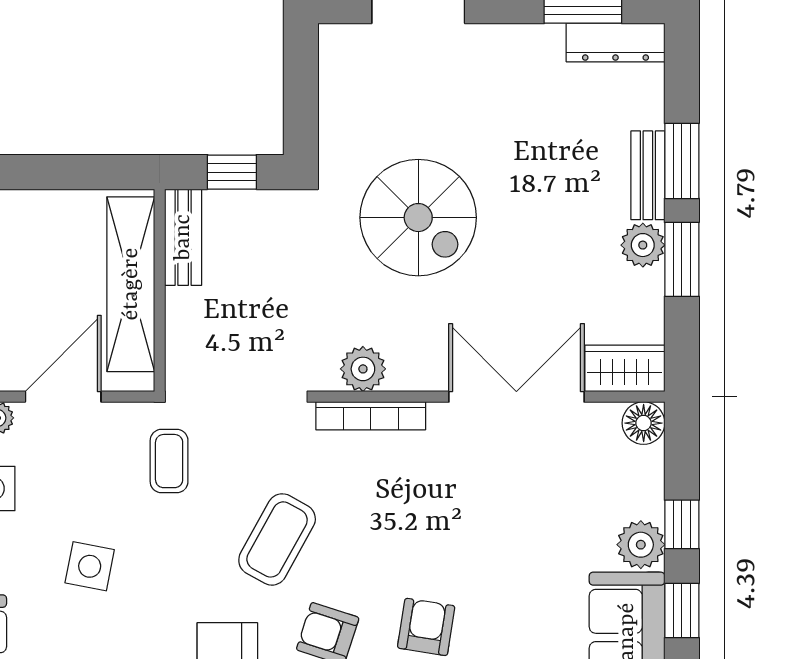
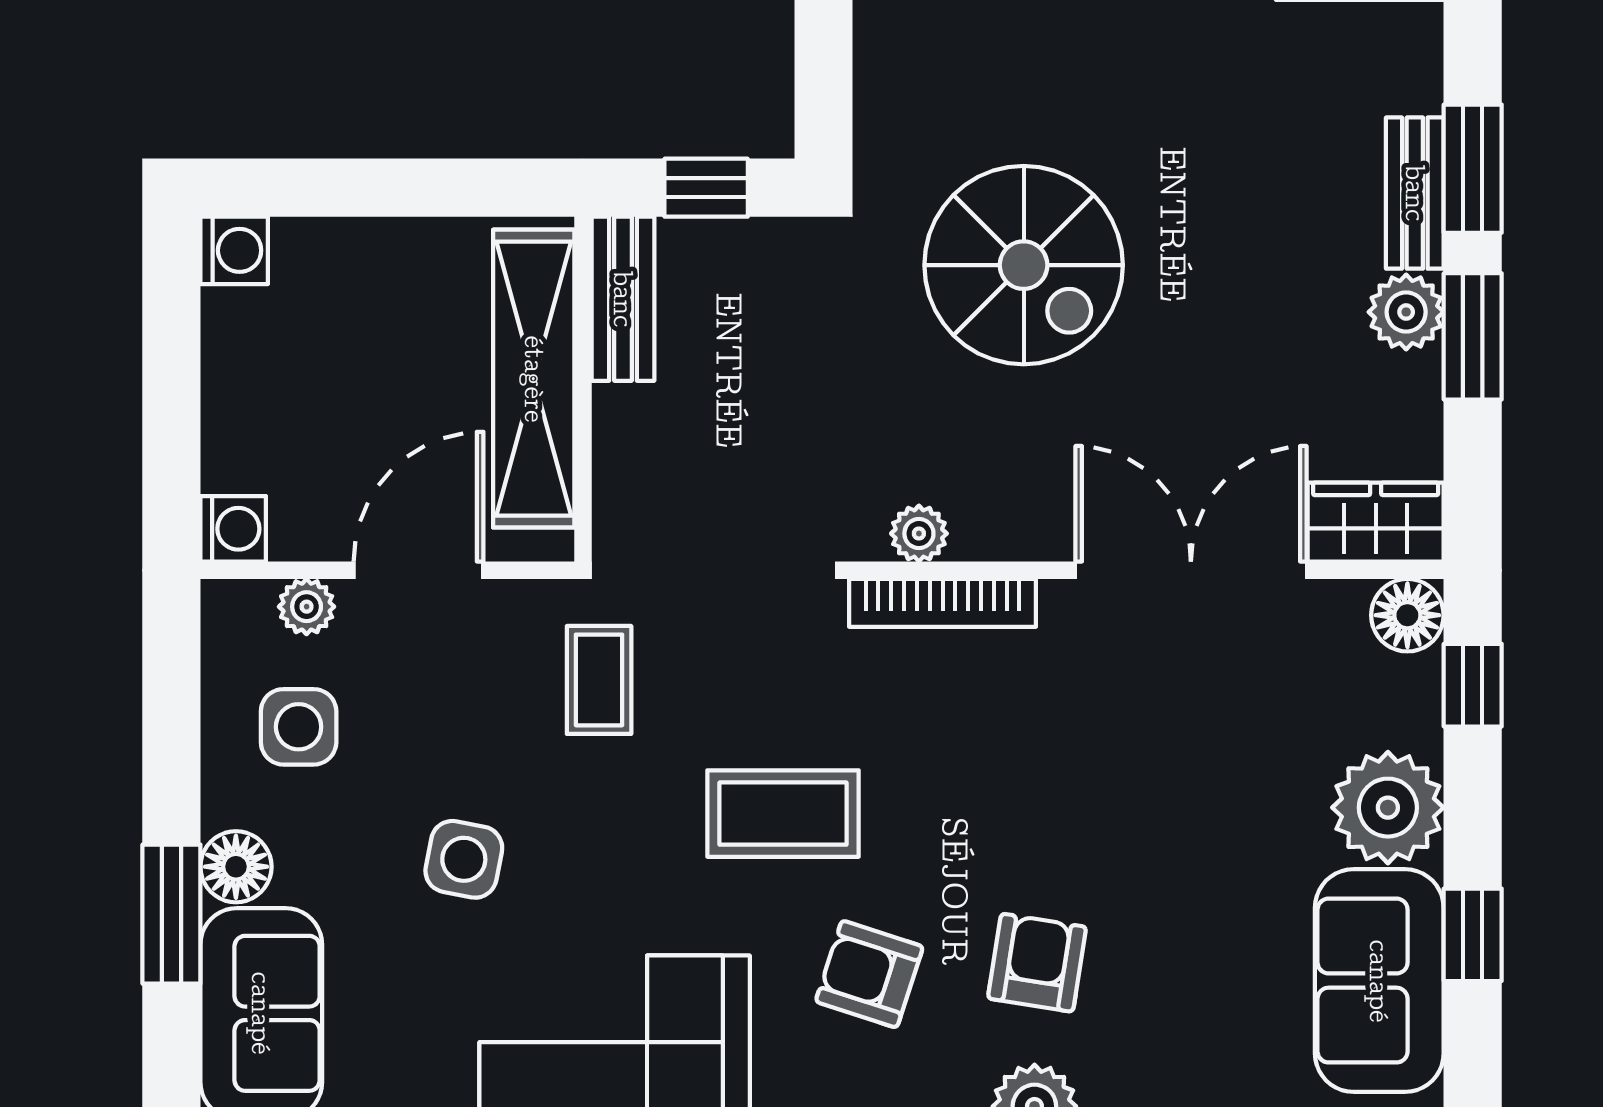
plant: (363, 369) -> (919, 534), width x0.73, depth x0.73
window: (682, 524) -> (1473, 685), moved
coffee table: (277, 539) -> (783, 814), turned 61
plant: (641, 545) -> (1388, 808), width x1.36, depth x1.36

